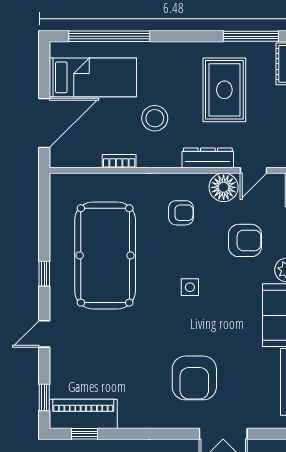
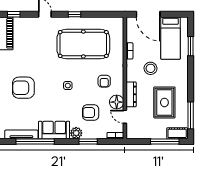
window: (109, 36) -> (191, 46), width x0.47
rug: (224, 90) -> (164, 102), turned 90
armchair: (245, 240) -> (91, 113), turned 90

